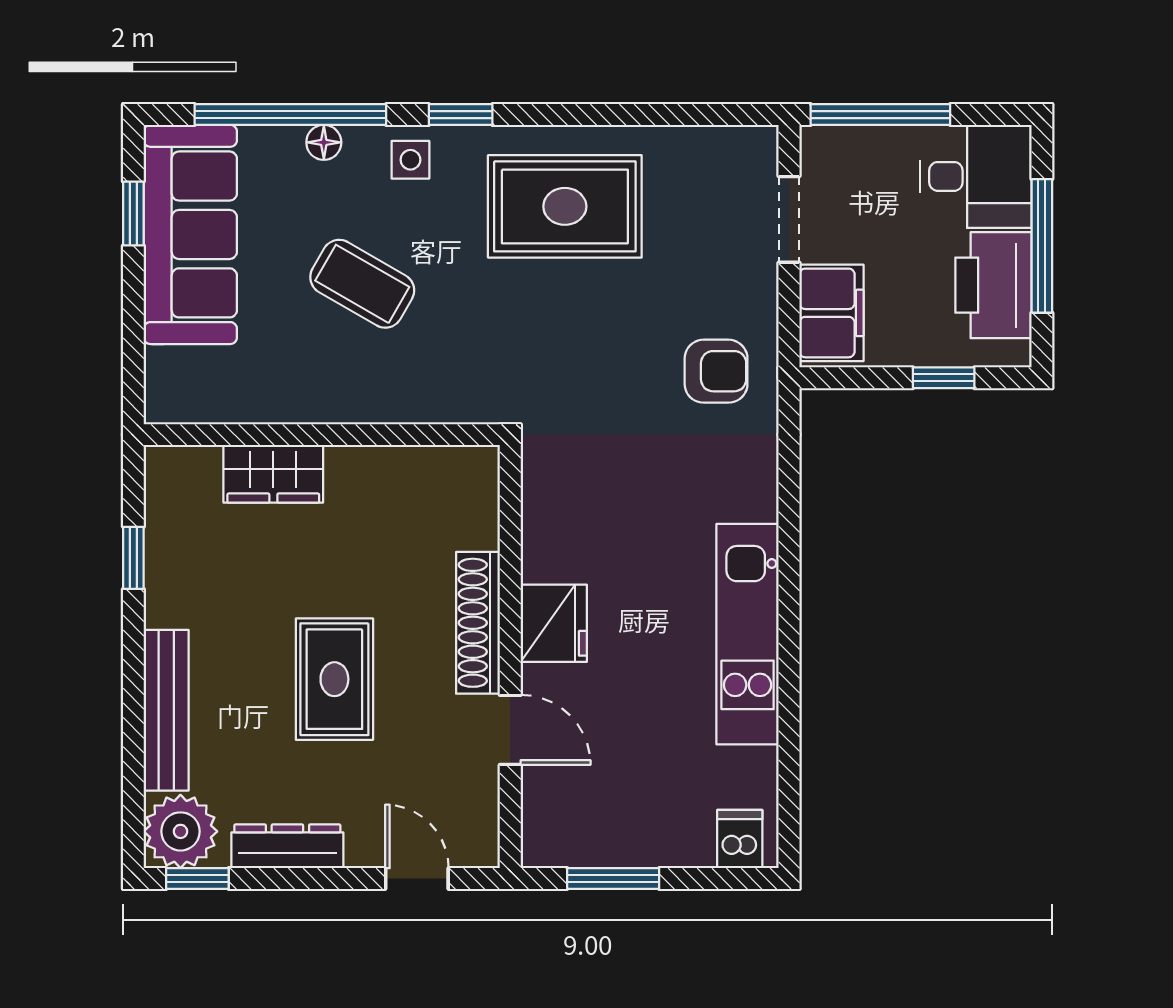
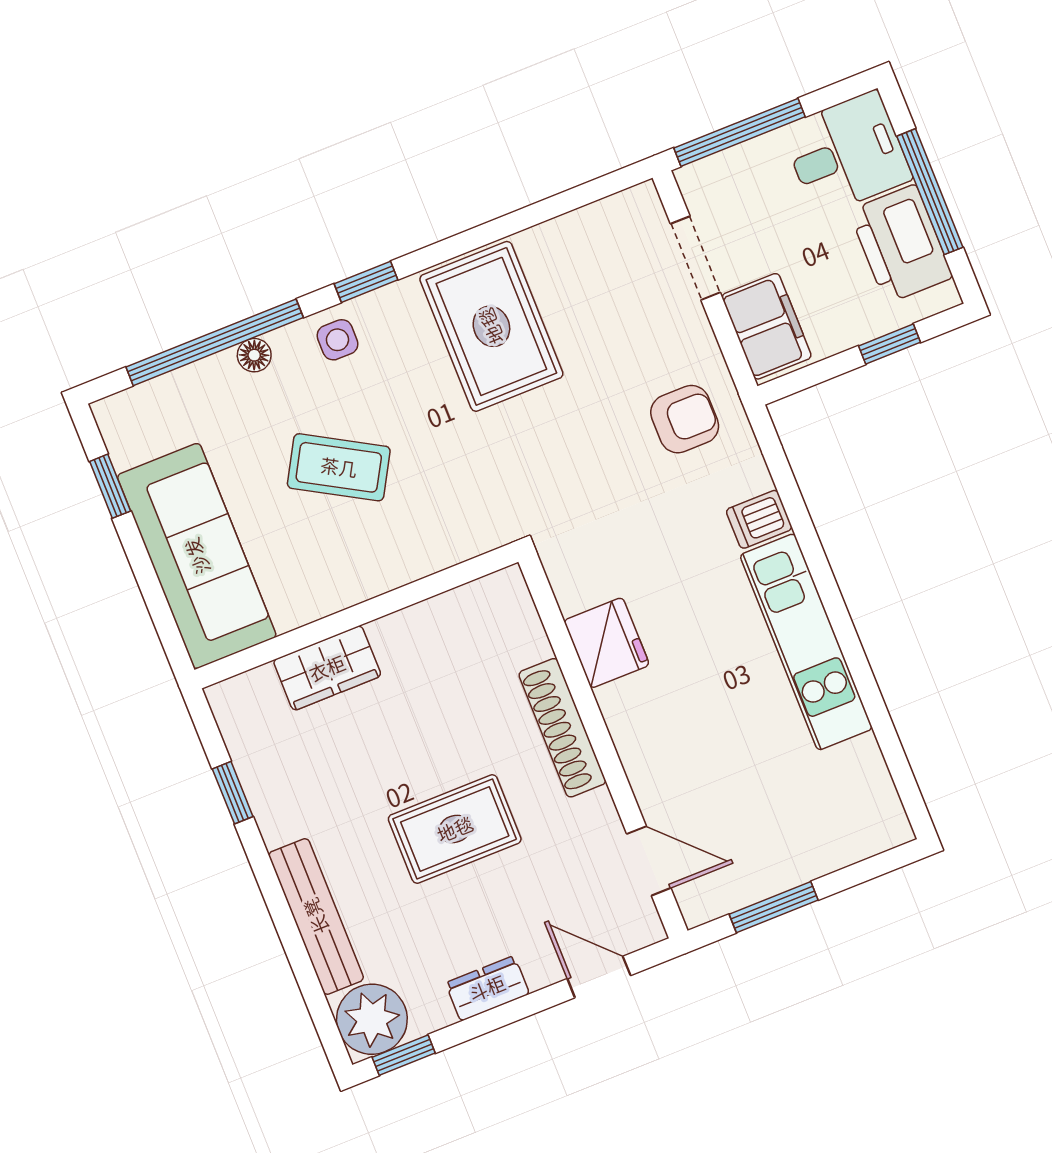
rug: (565, 206) -> (491, 326), turned 90
sofa: (190, 234) -> (197, 556), moved
fridge: (554, 623) -> (607, 643), moved
rug: (334, 679) -> (455, 829), turned 90
door: (510, 730) -> (649, 861), moved
dishwasher: (740, 839) -> (759, 519), moved, turned -90
dresser: (287, 846) -> (487, 988), width x0.70

